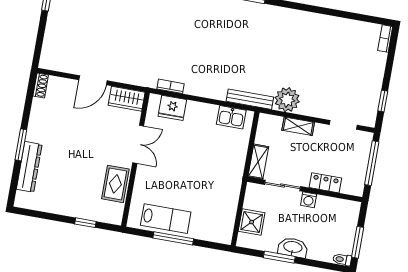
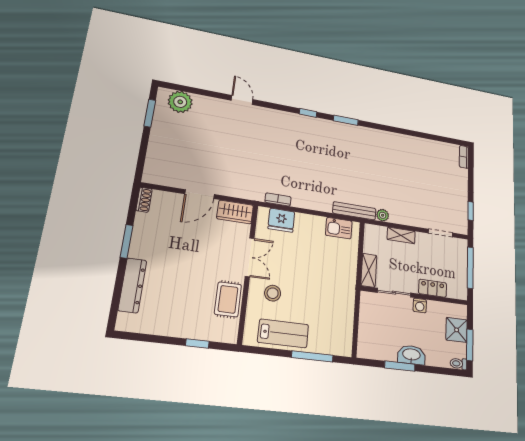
plant: (287, 100) -> (383, 215), width x0.53, depth x0.53
window: (21, 145) -> (126, 241), moved
stool: (158, 180) -> (273, 293), added
shower: (252, 222) -> (457, 330), moved
window: (173, 238) -> (312, 356), moved

